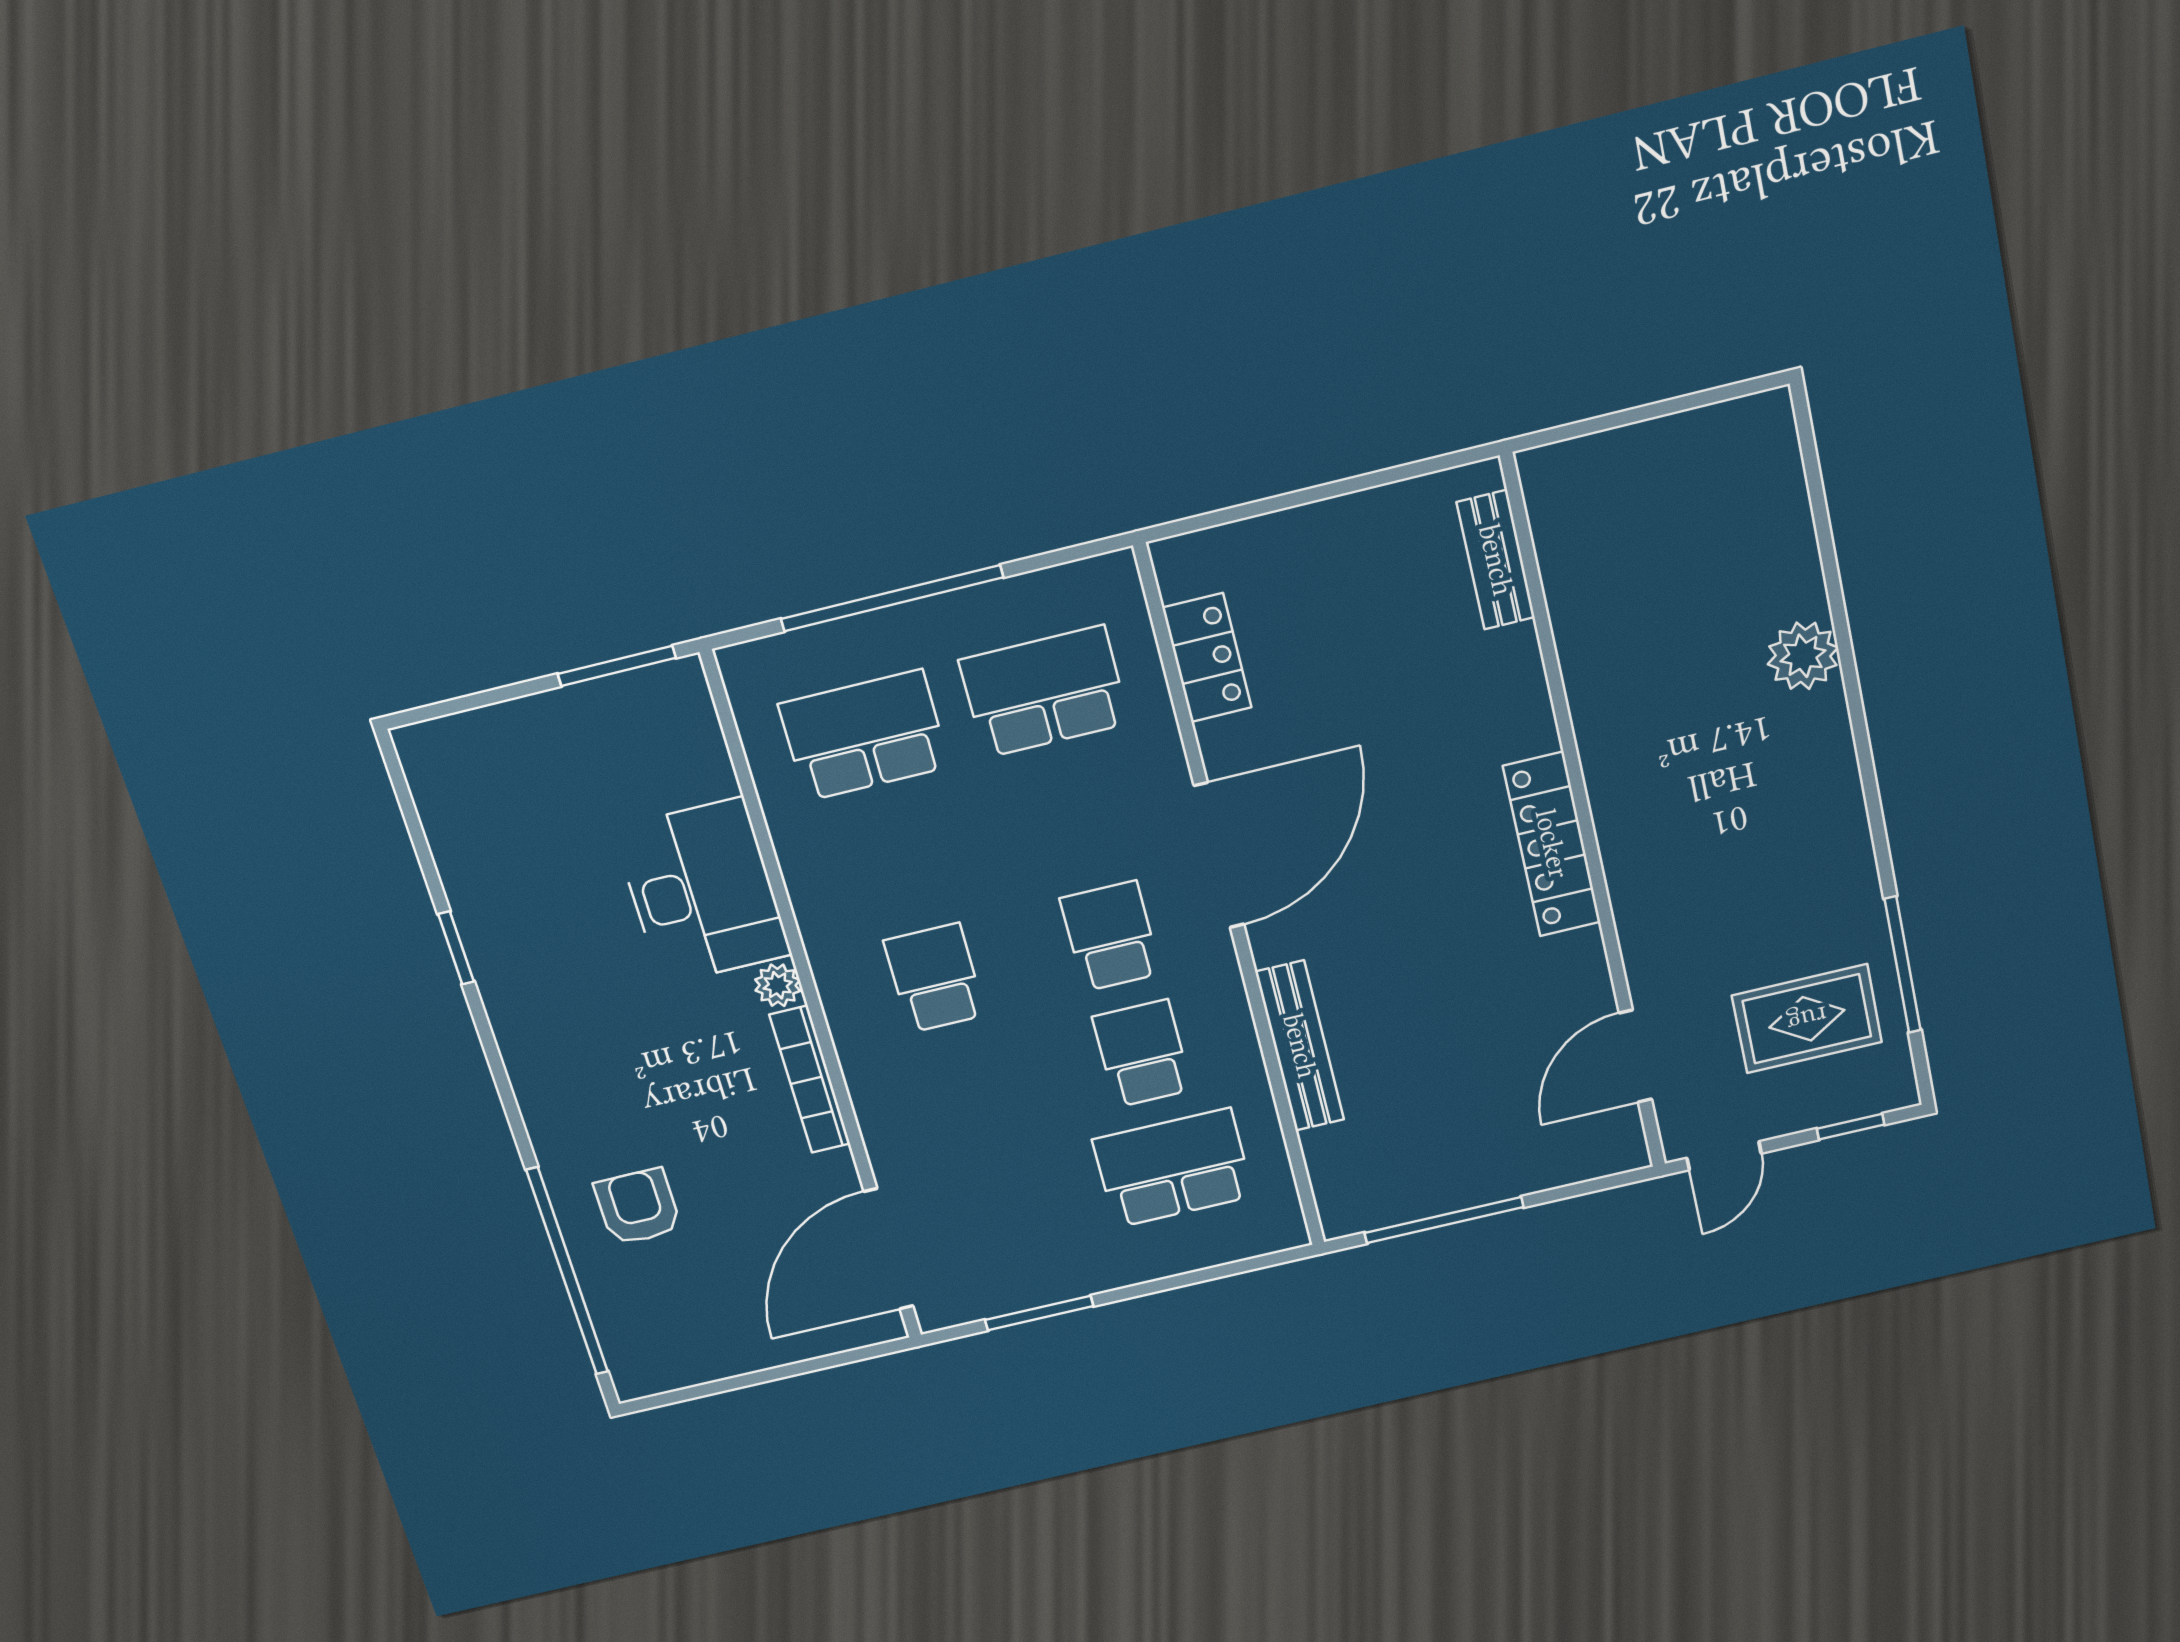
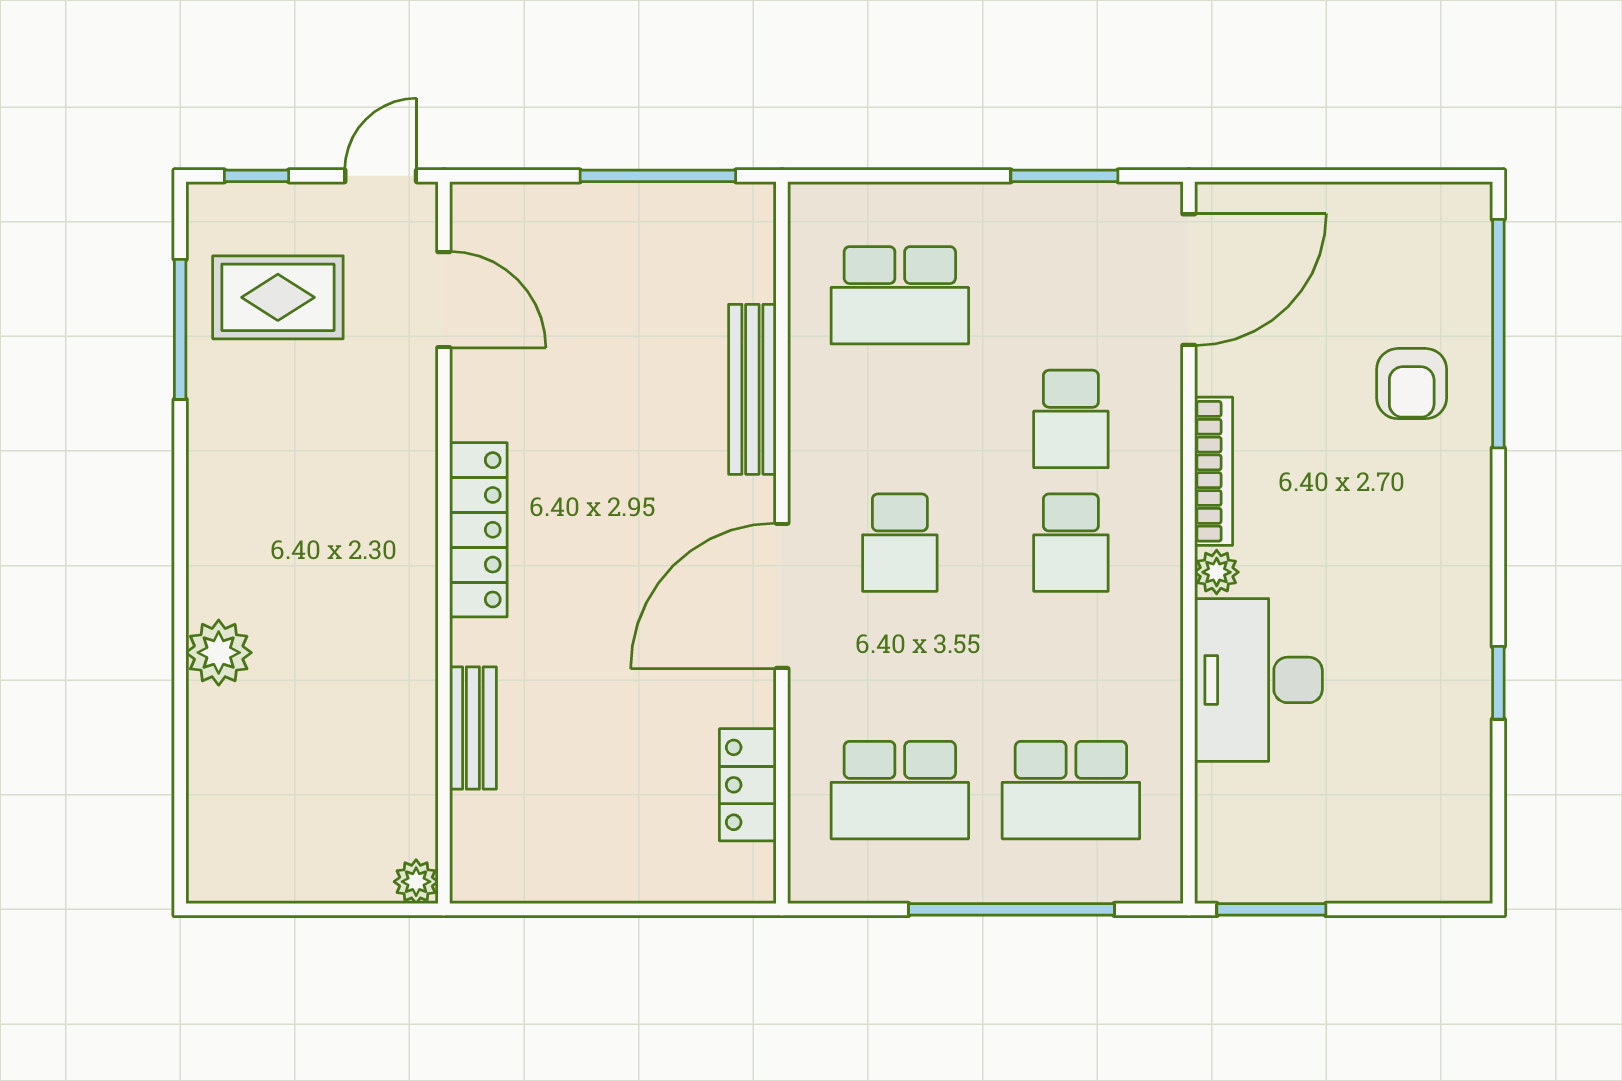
plant: (1541, 469) -> (416, 882), added
bench: (1496, 560) -> (473, 728), moved
school desk: (1142, 1054) -> (1071, 419), moved
door: (1635, 1056) -> (444, 300), hinge flipped

